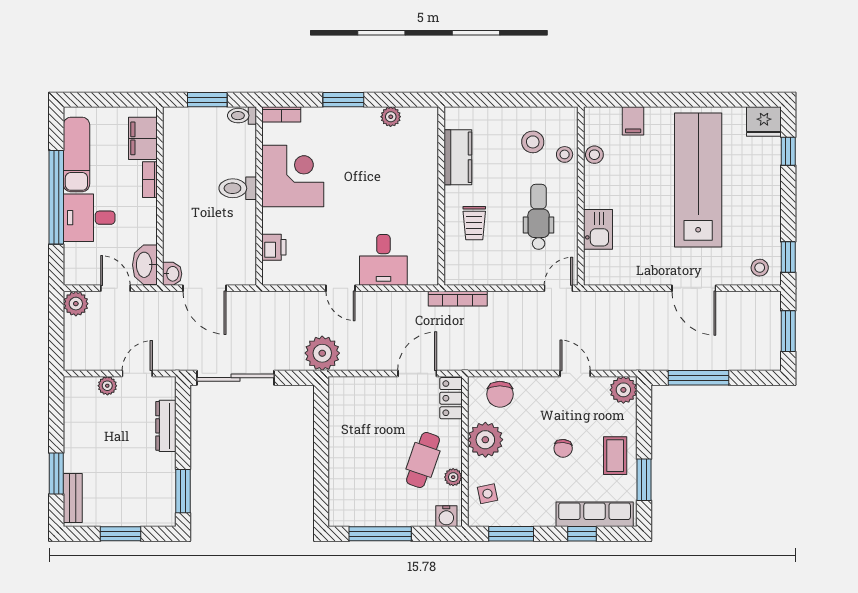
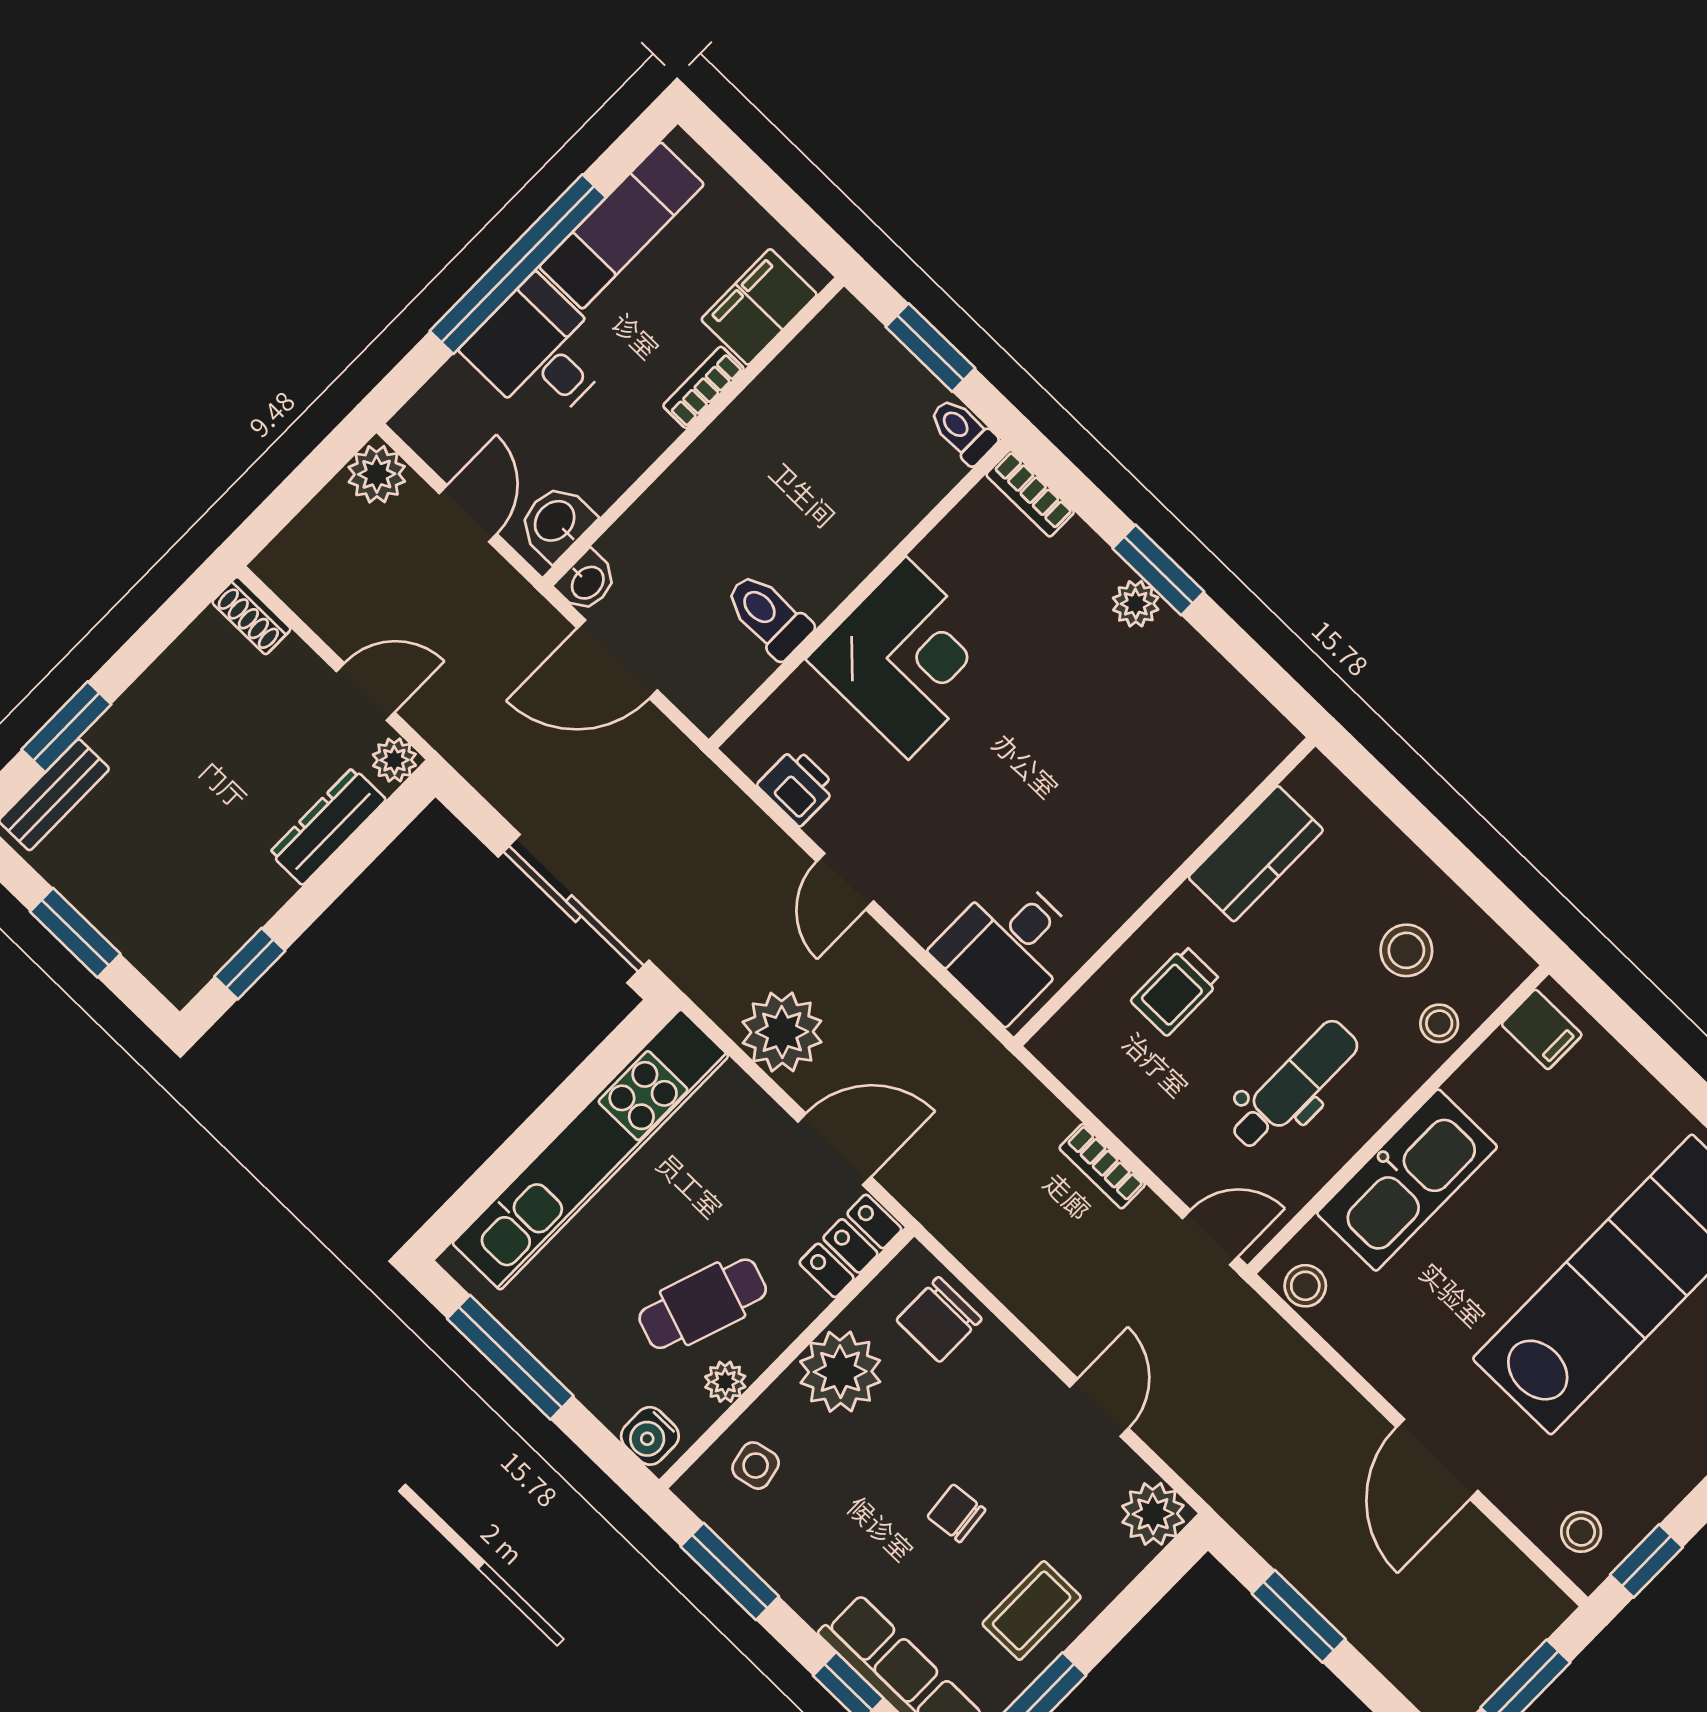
plant: (391, 117) -> (1136, 604), moved
filing cabinet: (633, 121) -> (1542, 1029), moved, turned -90
stool: (594, 155) -> (1305, 1286), moved
corner desk: (293, 176) -> (907, 658), moved
toilet: (238, 188) -> (768, 616), moved
kitchen sink: (598, 229) -> (1407, 1180), width x1.88, depth x1.24
printer: (274, 247) -> (797, 786), moved, turned -90
desk: (383, 260) -> (1007, 947), moved
washbasin: (145, 265) -> (556, 522), width x0.72
door: (205, 288) -> (617, 659), hinge flipped
bookcase: (458, 299) -> (1102, 1166), moved, width x0.64
plant: (322, 353) -> (782, 1032), moved
sliding door: (235, 378) -> (574, 909), moved
window: (698, 378) -> (1299, 1616), width x0.69
shoe rack: (80, 384) -> (251, 616), added
plant: (107, 386) -> (394, 760), moved
kitchen unit: (343, 446) -> (590, 1150), added
chair: (563, 448) -> (956, 1513), turned 79
window: (183, 491) -> (250, 964), width x0.67

